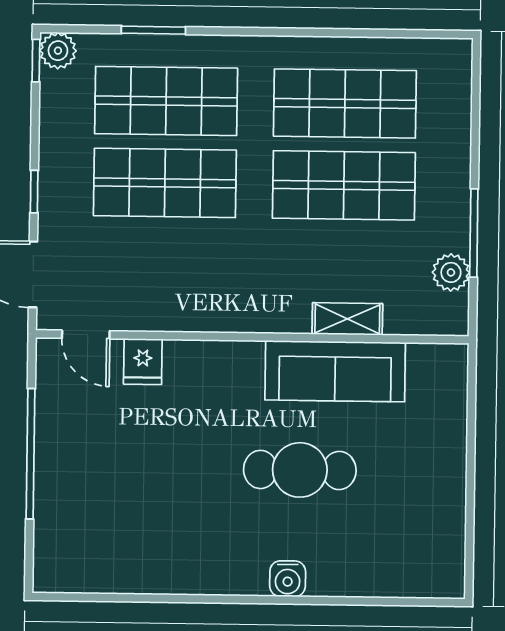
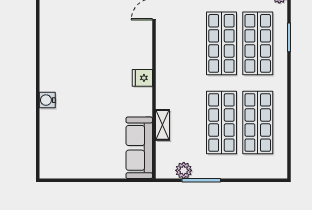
fridge: (143, 362) -> (142, 78), moved
sofa: (335, 371) -> (139, 148), moved
cafe table: (300, 470) -> (95, 105), removed

